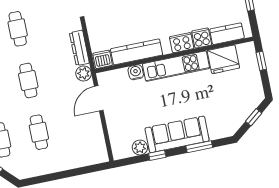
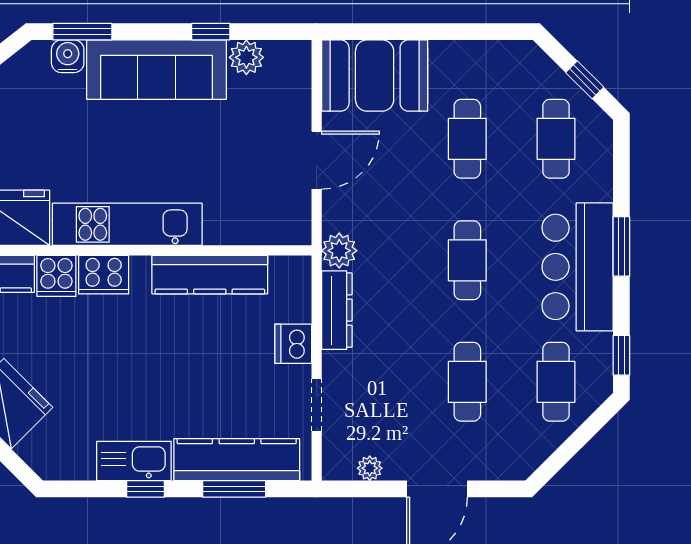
dishwasher: (103, 59) -> (293, 344), moved, turned 90
water cooler: (136, 72) -> (68, 56), moved, turned 180
door: (99, 98) -> (317, 160), moved
window: (199, 147) -> (82, 32), moved
booth: (84, 151) -> (375, 76), added

